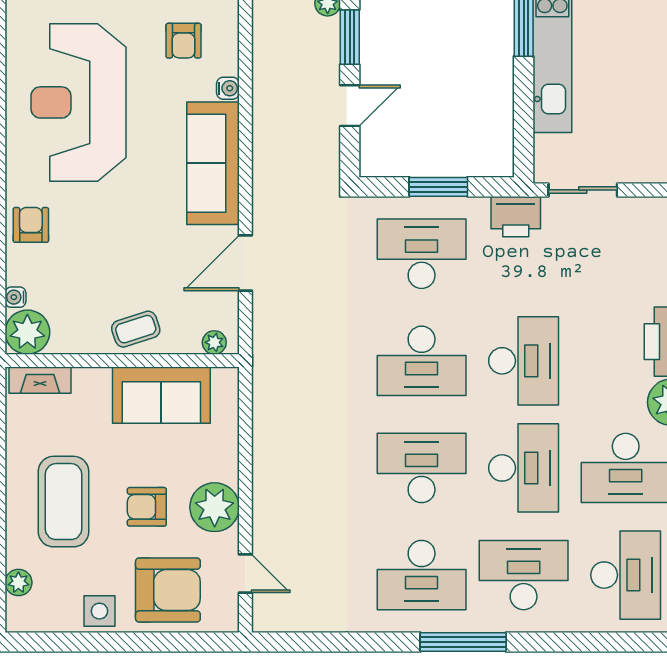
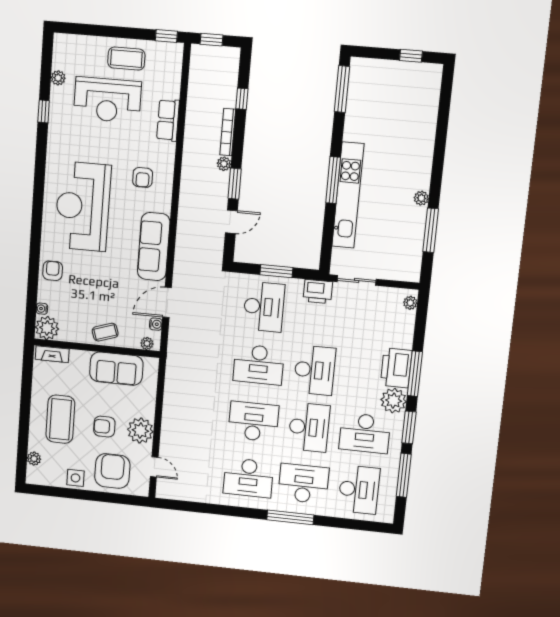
water cooler: (228, 88) -> (156, 324), moved
desk: (422, 254) -> (264, 307), turned 90
armchair: (168, 590) -> (112, 471), turned -90
window: (463, 642) -> (290, 517), moved

